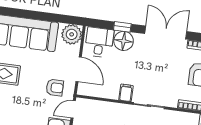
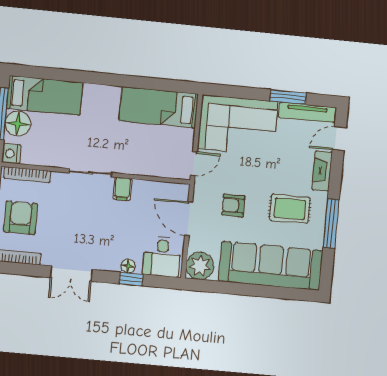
double door: (166, 33) -> (71, 274), width x0.73
floor lamp: (124, 41) -> (128, 266), width x0.53, depth x0.53
armchair: (55, 88) -> (233, 205), moved

